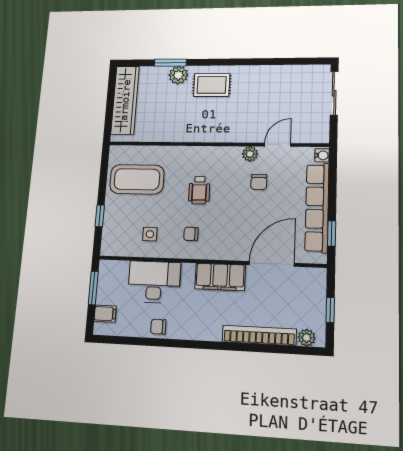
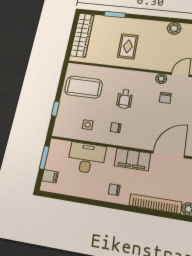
plant: (178, 75) -> (174, 28), moved
rug: (212, 85) -> (128, 46), moved, turned 90
chair: (158, 327) -> (114, 190), moved

